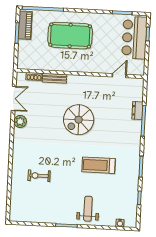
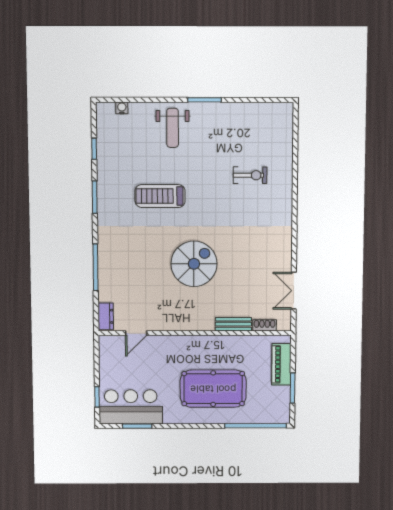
piano: (25, 25) -> (281, 364), moved
bar counter: (134, 38) -> (131, 407), moved, turned -90
dresser: (137, 110) -> (106, 316), moved
plant: (20, 121) -> (283, 257), removed
treadmill: (98, 165) -> (160, 196), turned 180

